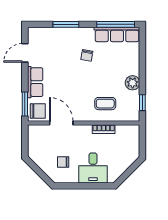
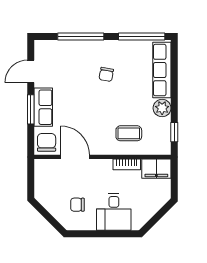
window: (66, 24) -> (81, 37), width x1.44
row of seats: (117, 34) -> (162, 70), moved, turned 90
window: (25, 104) -> (31, 109), moved
chair: (38, 111) -> (47, 142), turned -90
filing cabinet: (128, 133) -> (156, 169), added

